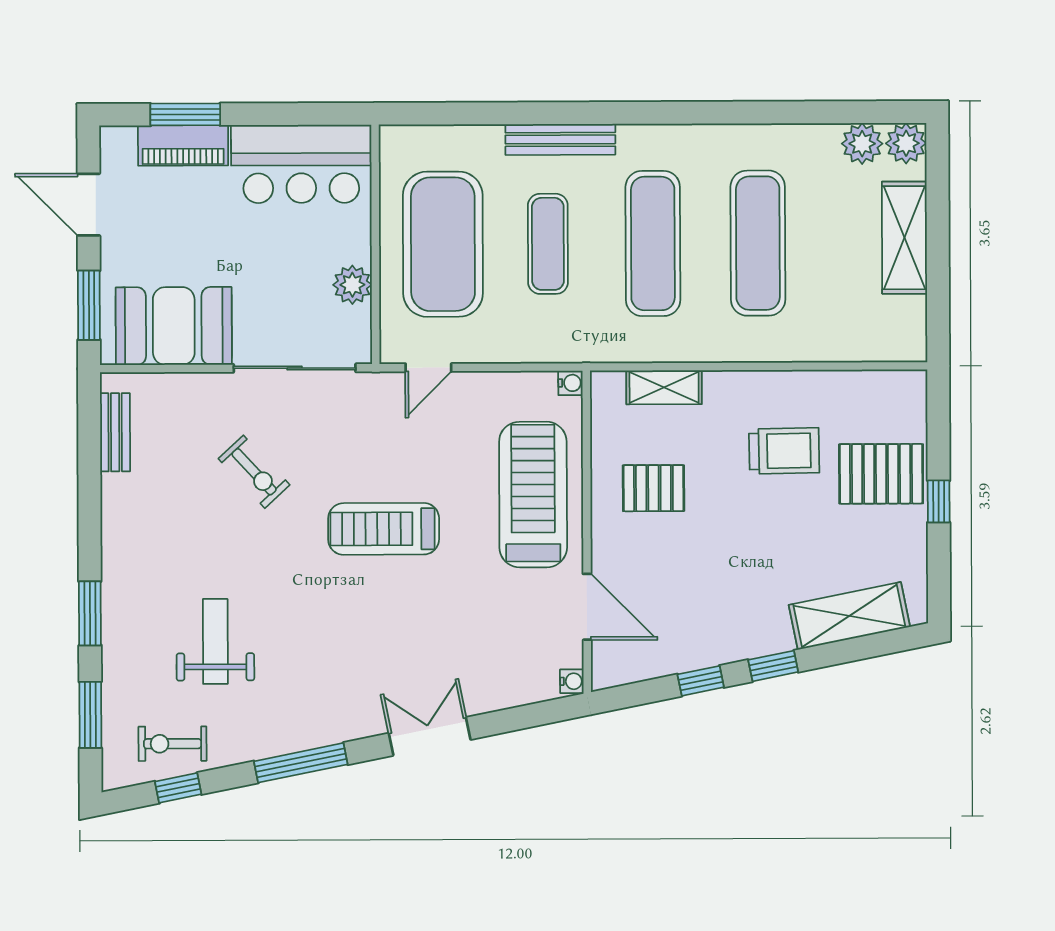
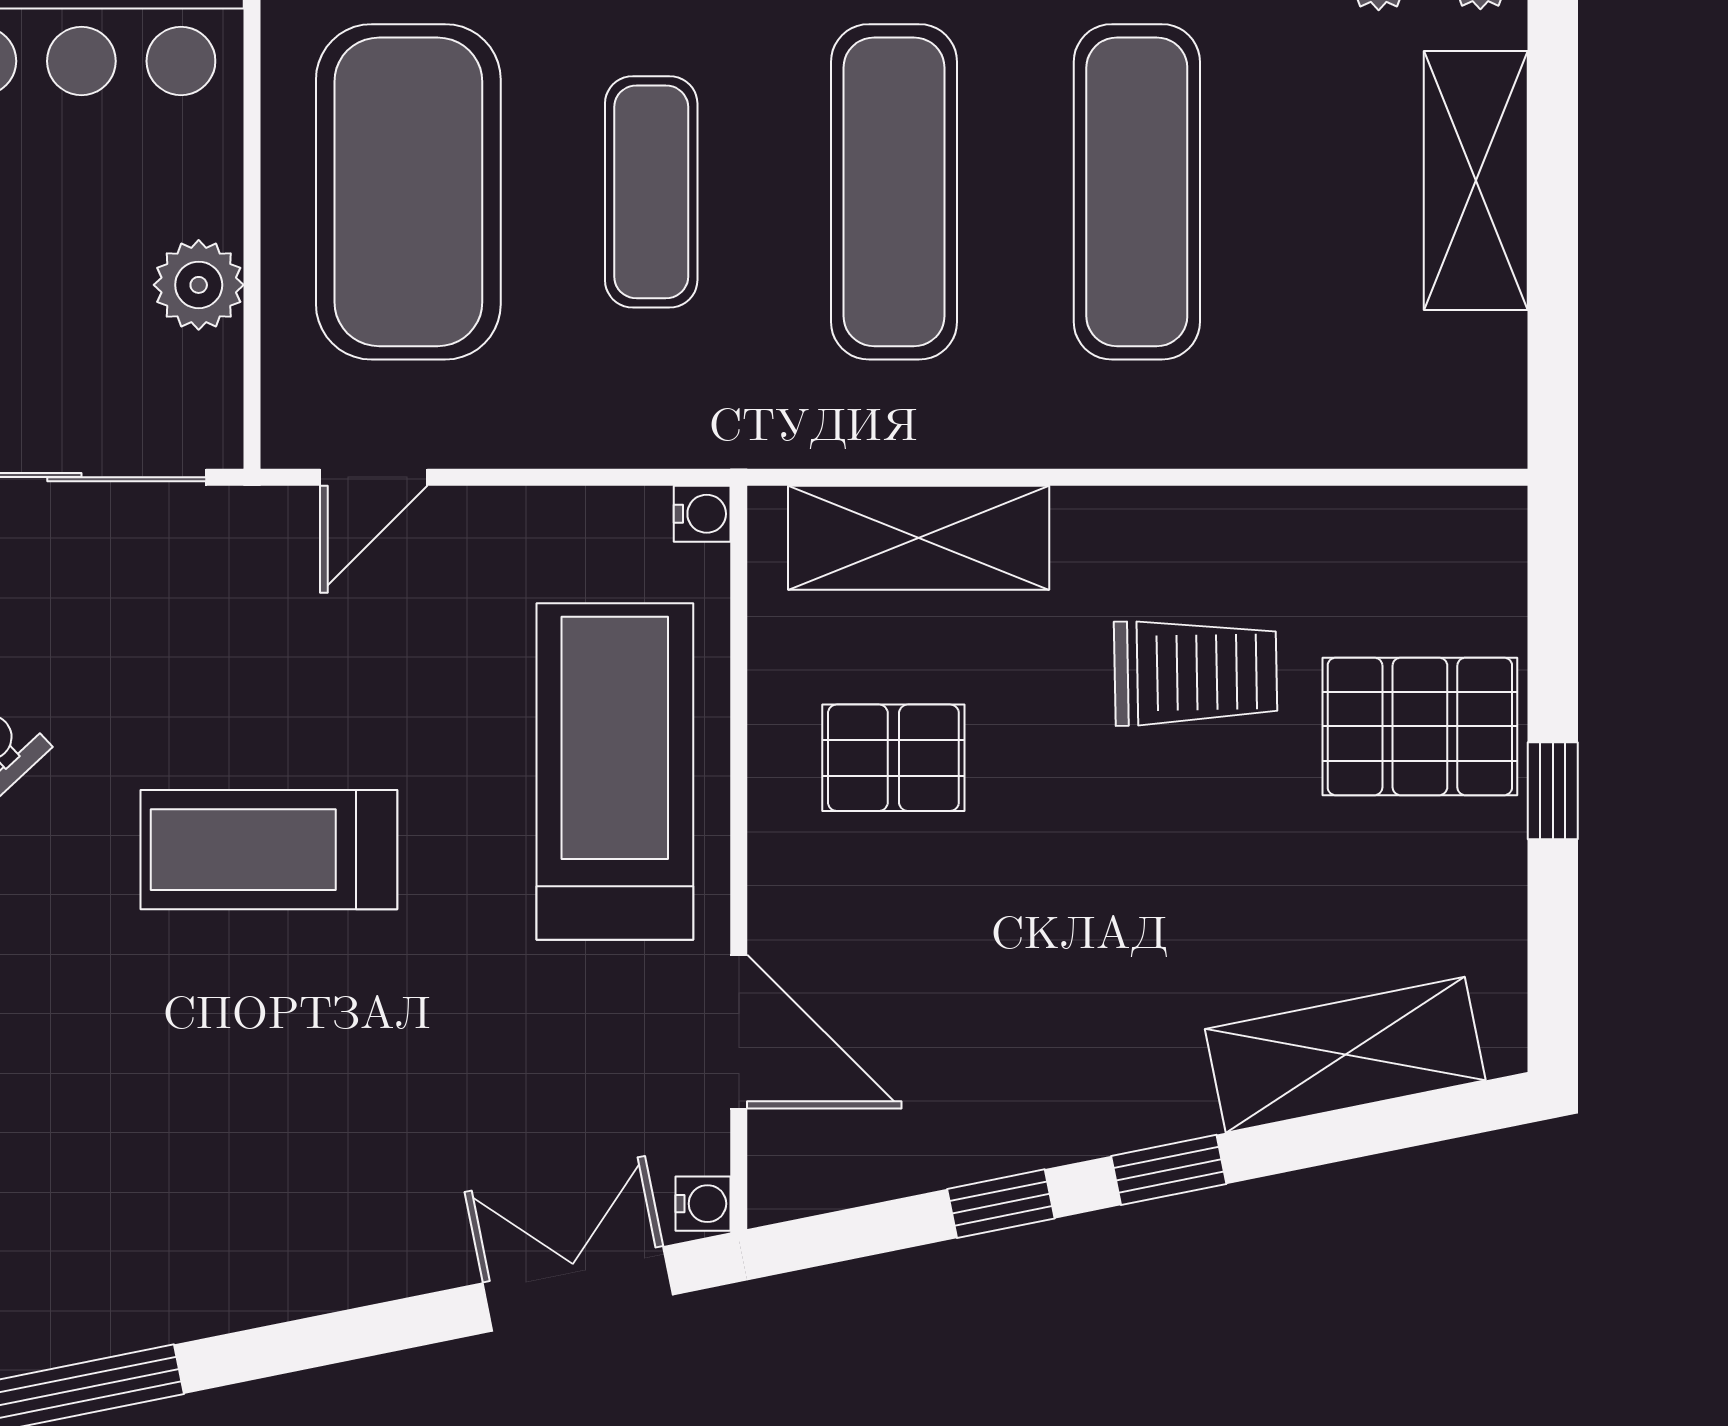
shelving: (664, 387) -> (919, 538), width x1.50, depth x1.33
double door: (430, 736) -> (578, 1289), moved

